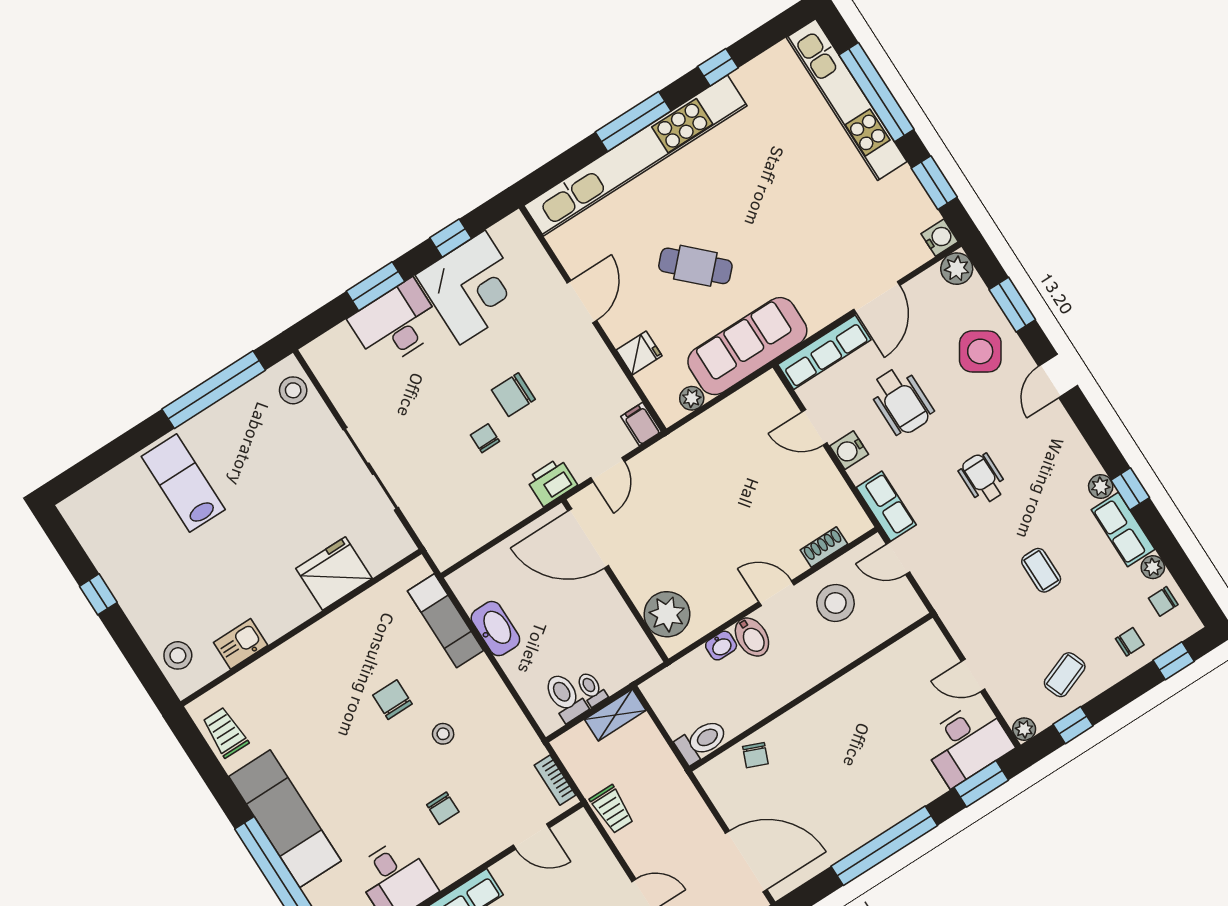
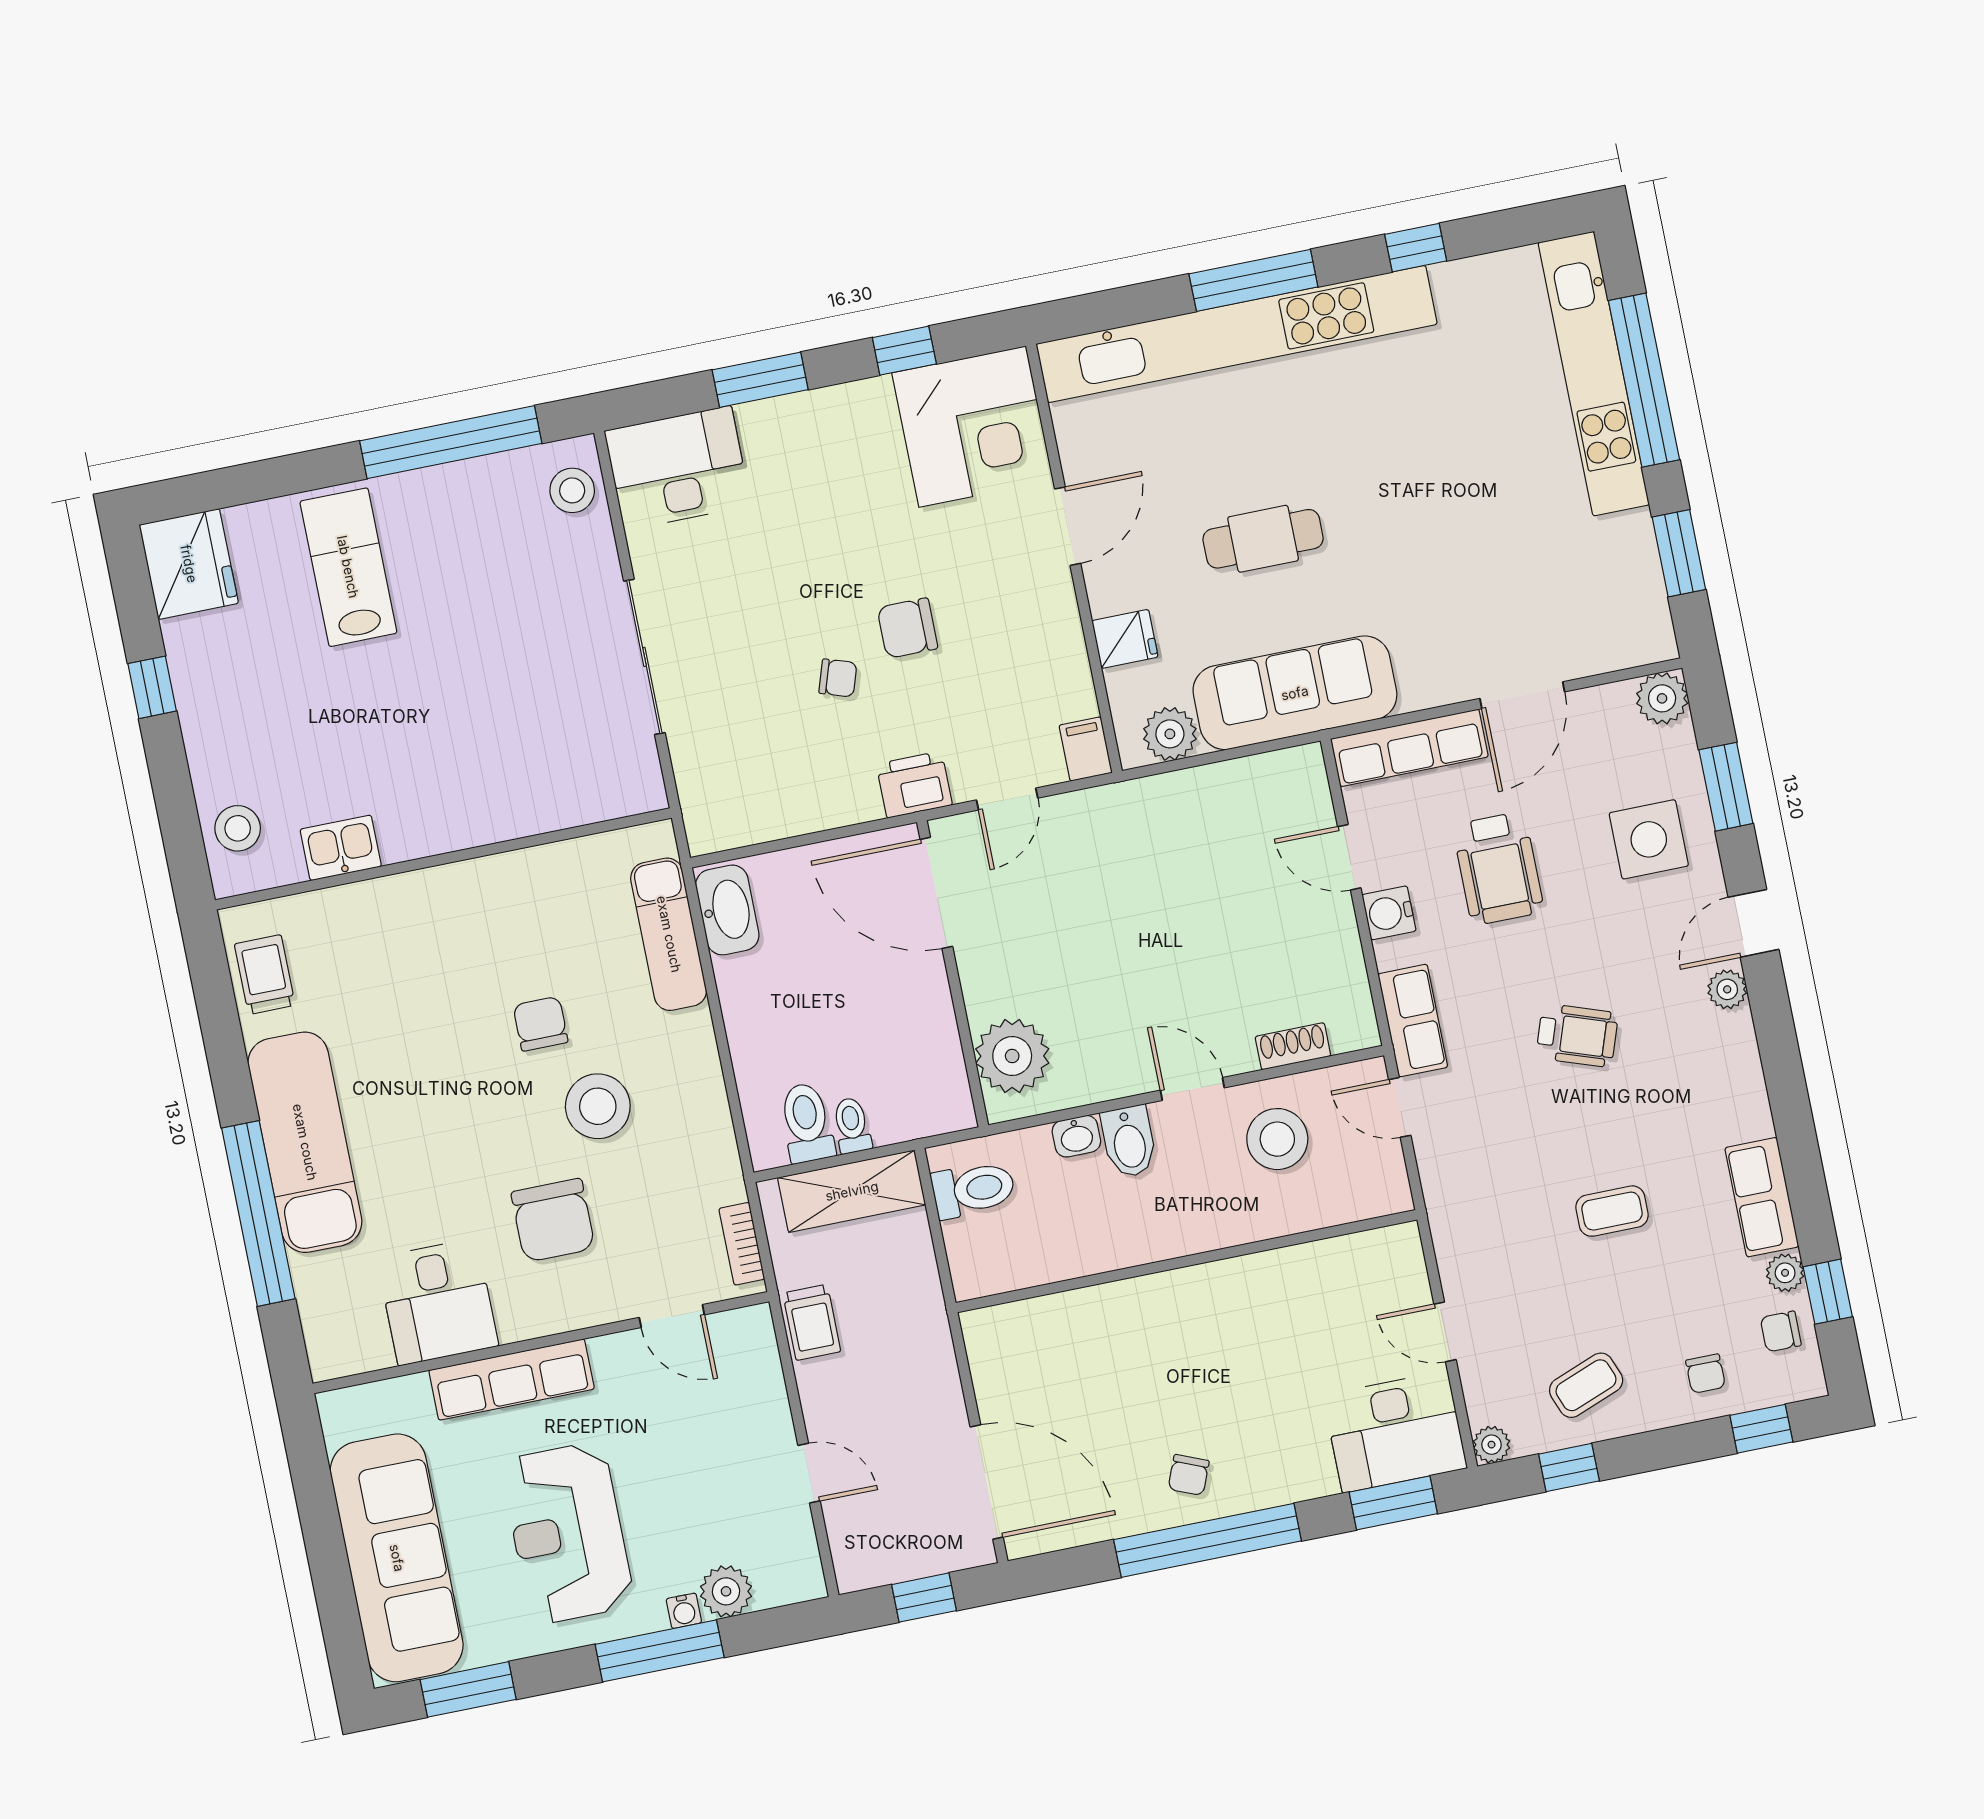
water cooler: (940, 238) -> (1654, 641), removed
cafe table: (695, 266) -> (1263, 539), turned -44
corner desk: (472, 288) -> (973, 427), moved
desk: (396, 324) -> (678, 468), moved
side table: (980, 351) -> (1649, 839), turned -33
plant: (692, 398) -> (1170, 734), width x1.38, depth x1.38
chair: (485, 438) -> (838, 678), turned 108
wheelchair: (983, 478) -> (1577, 1035), turned 109
plant: (1101, 486) -> (1727, 989), moved
window: (1130, 489) -> (1828, 1292), moved
coffee table: (1041, 570) -> (1612, 1211), turned 90
fridge: (334, 573) -> (189, 564), moved, turned 90
washbasin: (495, 629) -> (727, 910), moved
chair: (1130, 642) -> (1705, 1374), turned 90
shelving: (615, 715) -> (852, 1191), width x1.50, depth x1.33
stool: (443, 734) -> (598, 1106), width x1.89, depth x1.89
toilet: (702, 741) -> (973, 1189), moved
chair: (755, 755) -> (1189, 1475), moved
chair: (443, 808) -> (553, 1220), width x1.87, depth x1.87

